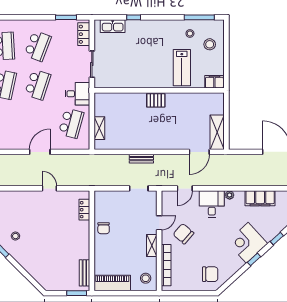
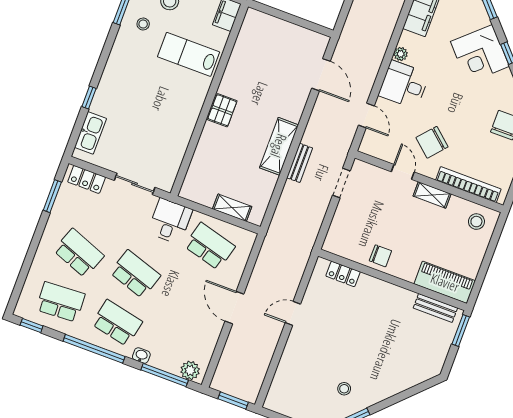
lab bench: (182, 68) -> (189, 54), turned 180
shelving: (217, 132) -> (279, 146), moved, turned 90
piano: (112, 283) -> (445, 282), moved, turned 90

